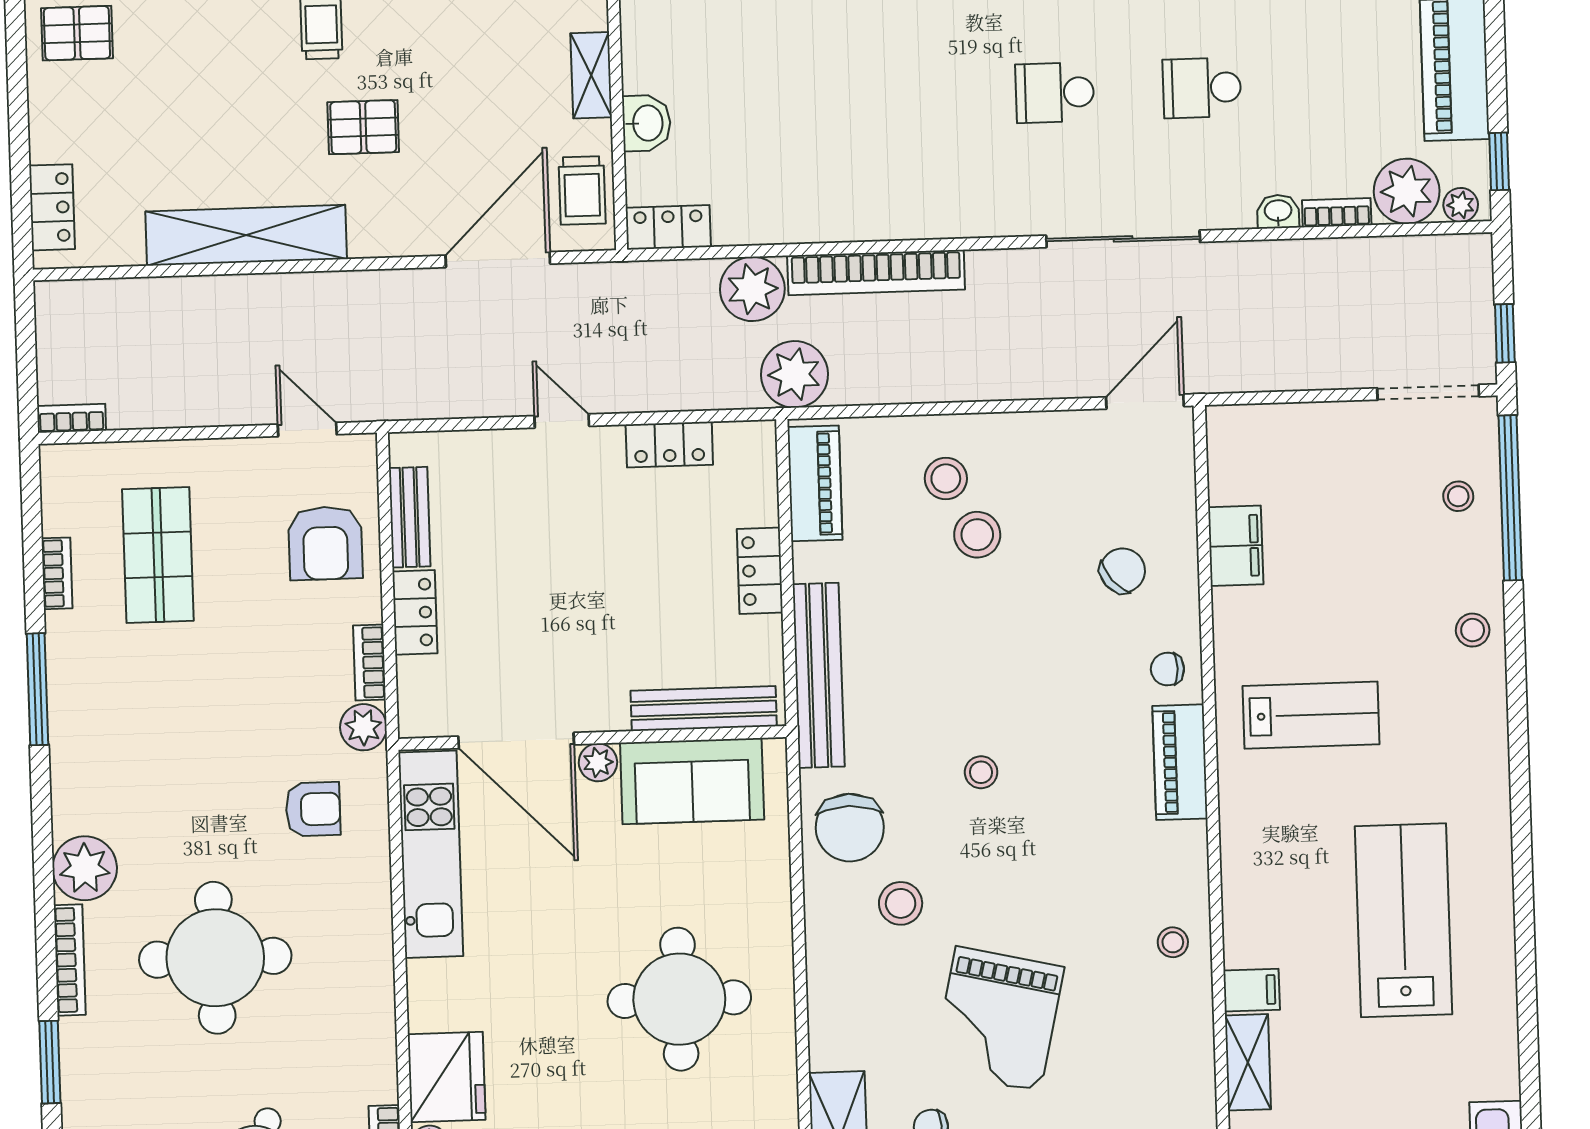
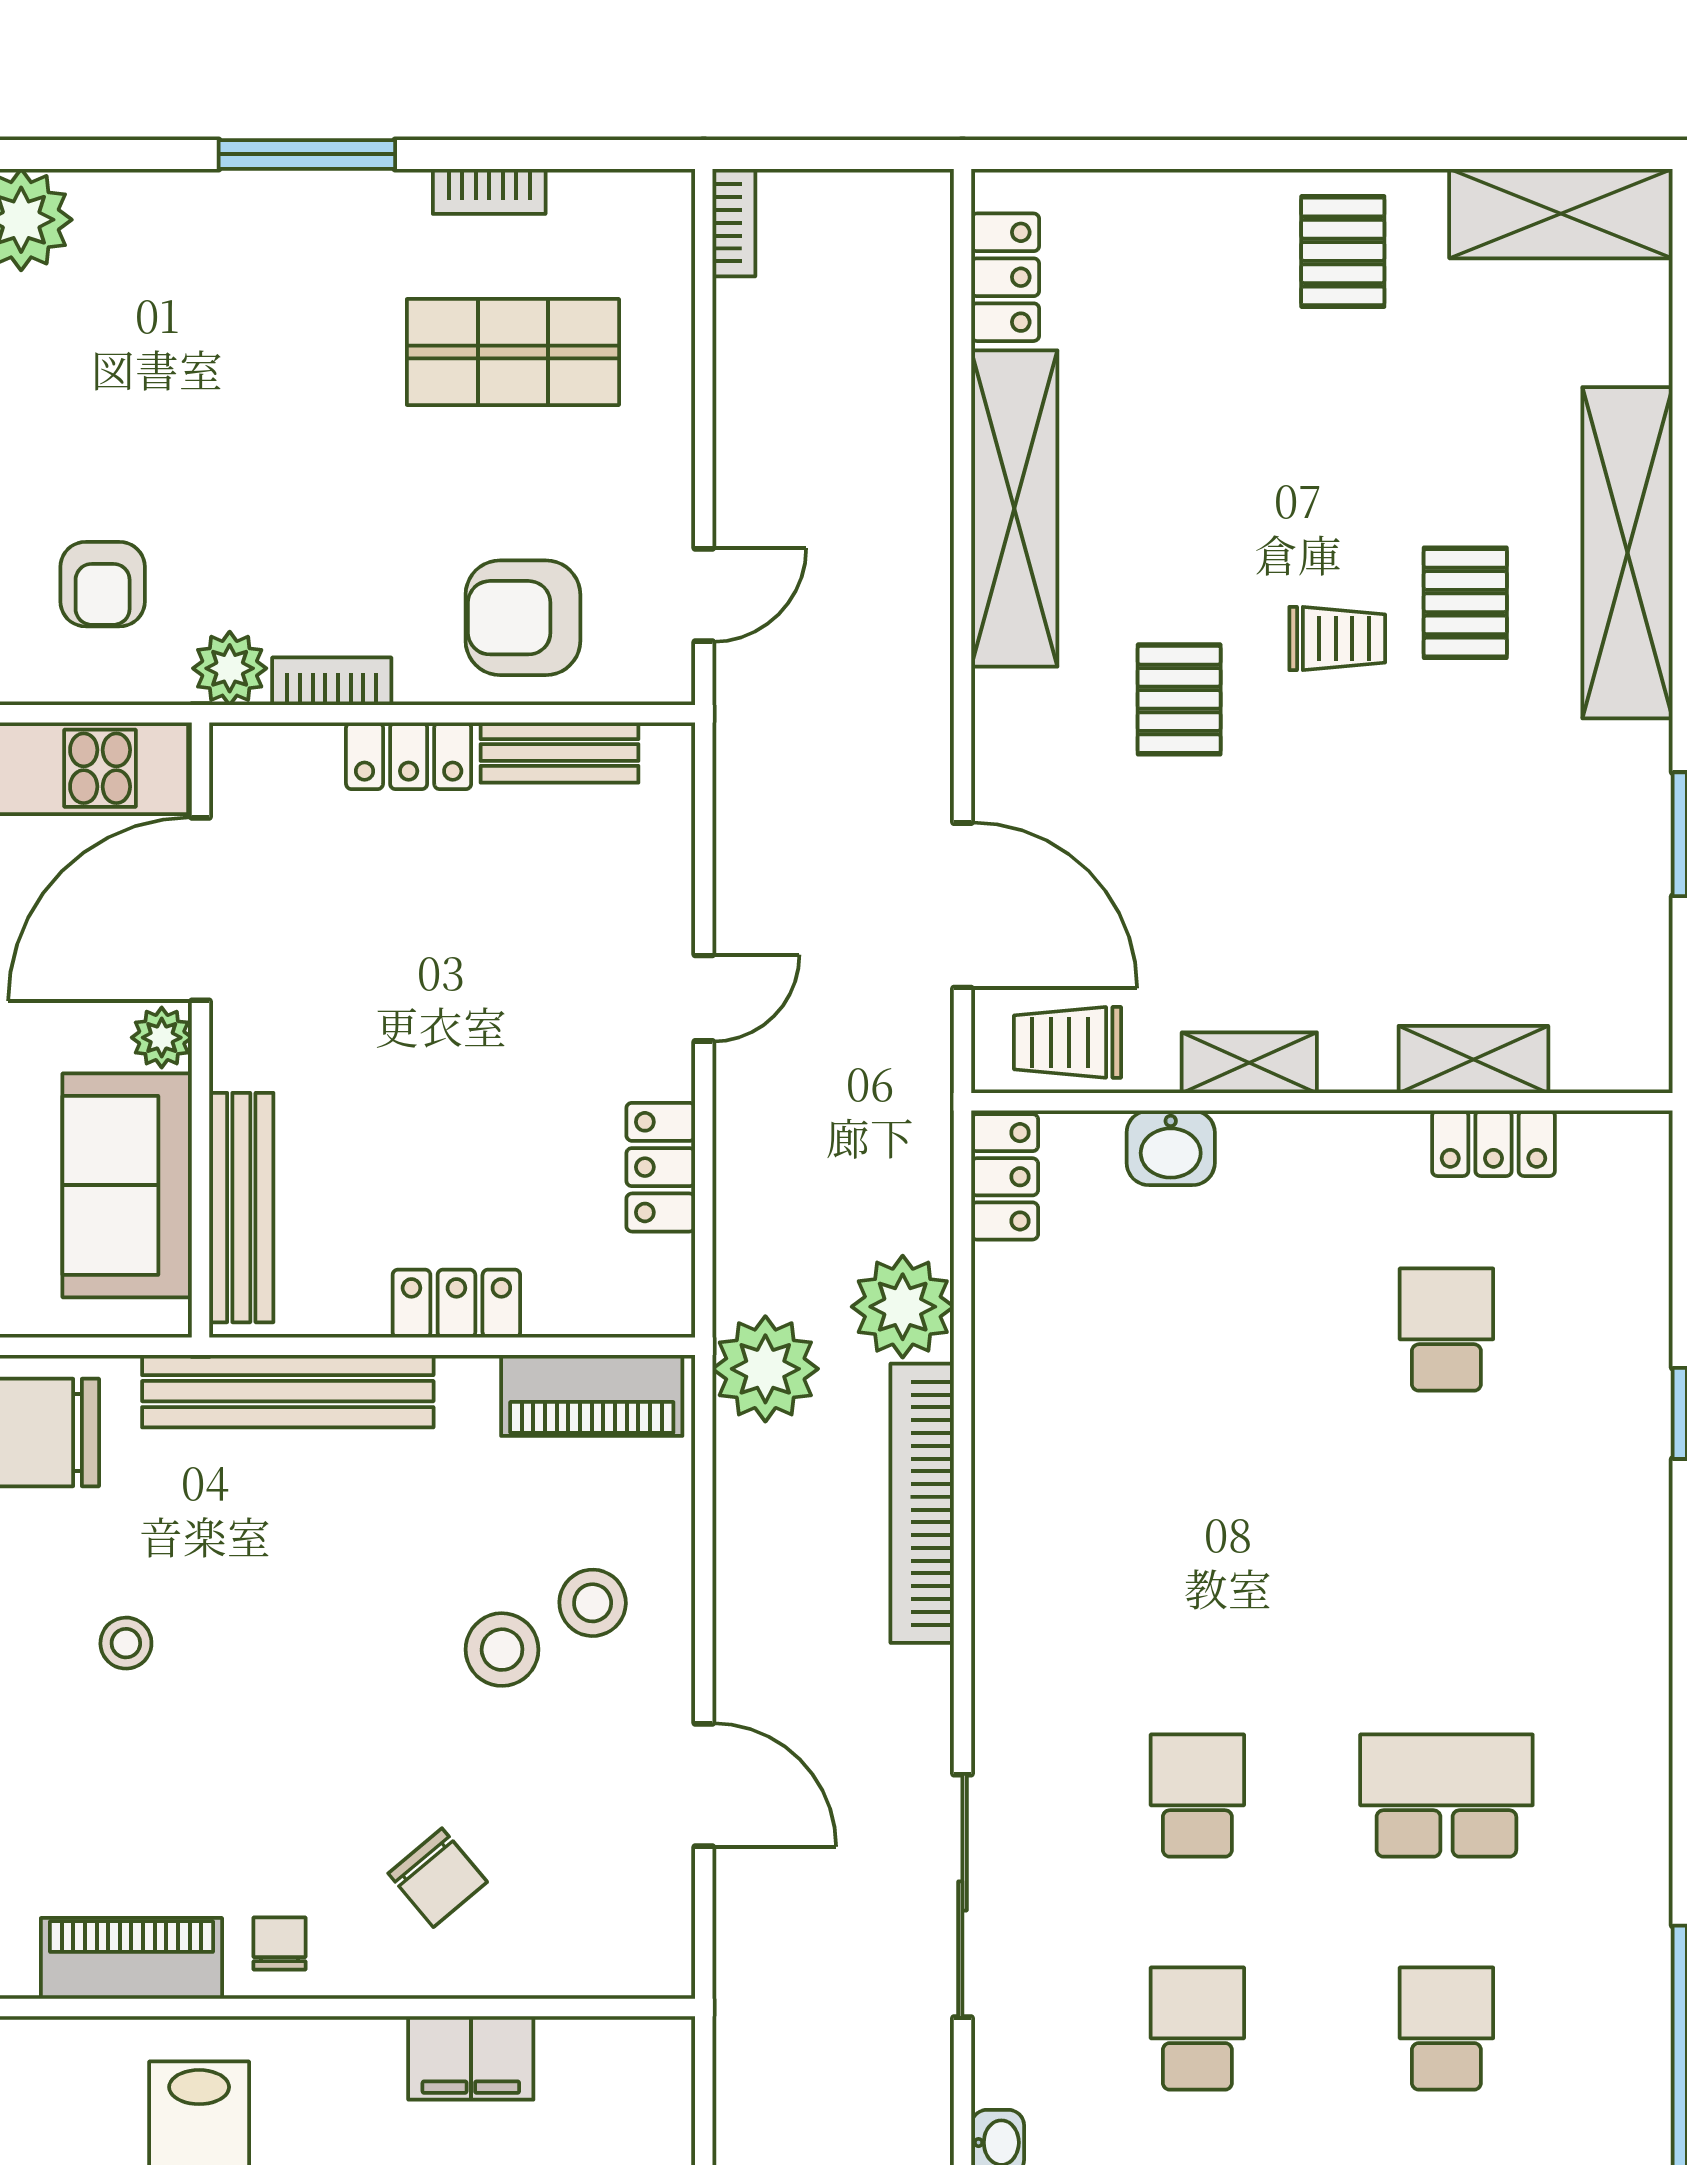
locker: (52, 207) -> (1005, 277), moved, turned -90
door: (1145, 402) -> (704, 1785), moved

